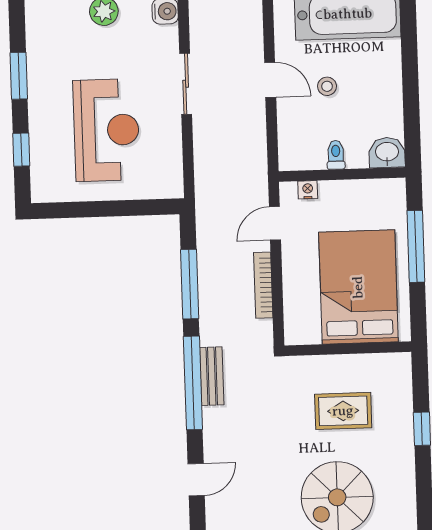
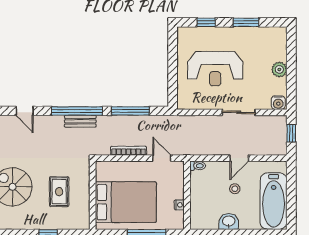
washbasin: (387, 153) -> (229, 221), moved, turned -90
toilet: (336, 155) -> (198, 166), moved
nightstand: (308, 190) -> (179, 205), moved

